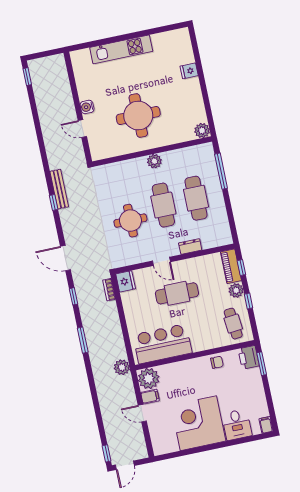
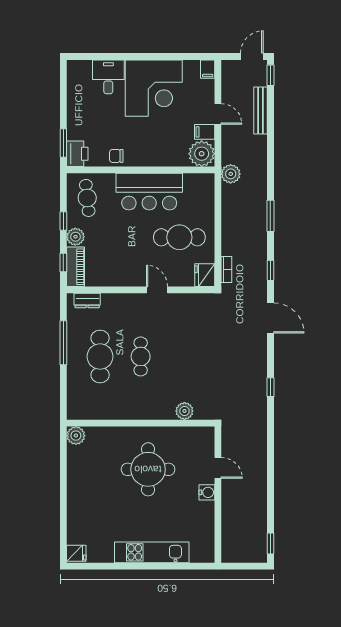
fridge: (189, 71) -> (76, 553), moved
plant: (154, 161) -> (184, 411), moved
window: (221, 171) -> (63, 343), moved
bench: (59, 189) -> (261, 110), moved
cafe table: (163, 205) -> (141, 356), width x0.73, depth x0.74
round table: (130, 221) -> (184, 346), removed
dresser: (190, 246) -> (87, 300), moved
cafe table: (177, 293) -> (179, 237), moved
bar counter: (162, 344) -> (149, 192), moved
filing cabinet: (266, 425) -> (208, 69), moved

